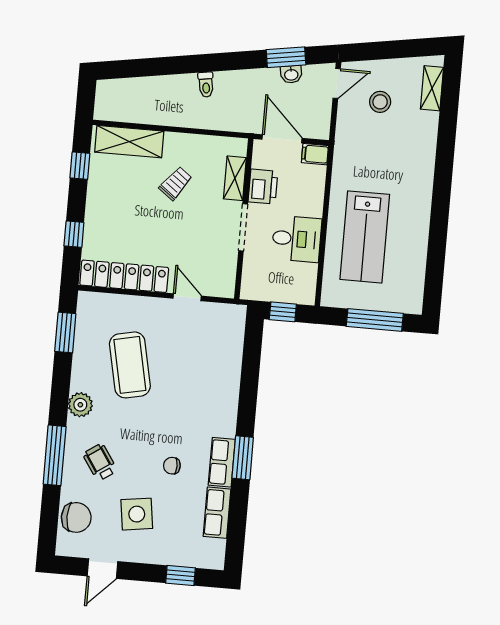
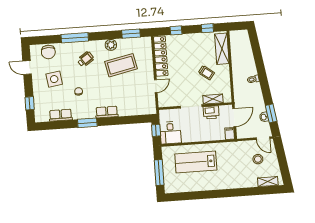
desk: (297, 239) -> (170, 133), moved
plant: (80, 405) -> (111, 45), moved
wheelchair: (100, 462) -> (86, 59), moved
row of seats: (222, 462) -> (107, 112), moved

